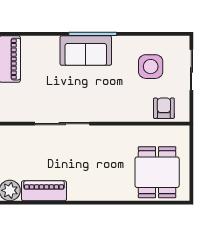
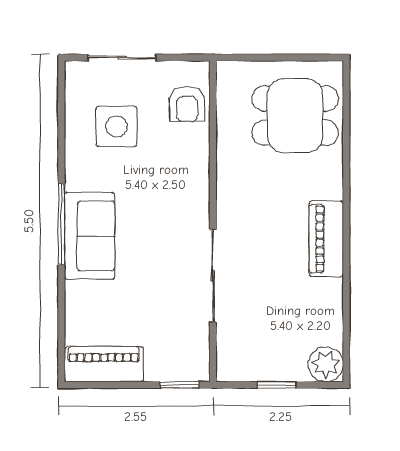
armchair: (164, 108) -> (187, 104), turned -90
piano: (44, 191) -> (326, 239), moved

